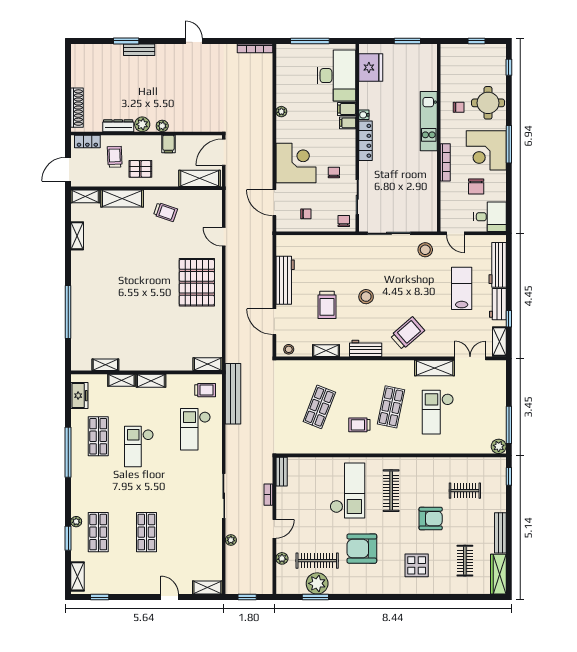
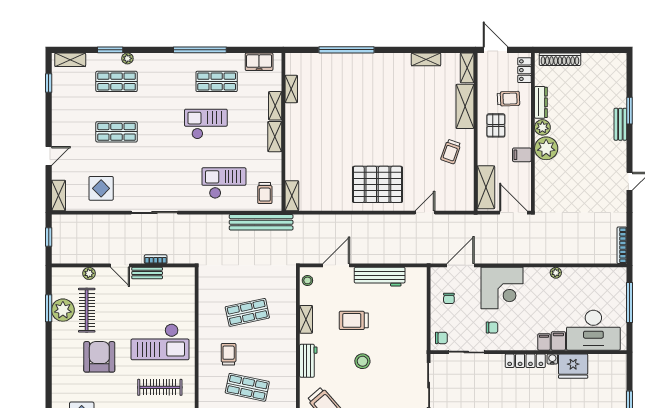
fridge: (371, 67) -> (573, 366), moved
plant: (162, 126) -> (546, 148), width x1.87, depth x1.87
shop shelf: (319, 407) -> (247, 312), turned -33
bench: (282, 472) -> (147, 273), moved
plant: (231, 540) -> (108, 220), removed
display table: (201, 547) -> (101, 188), added

